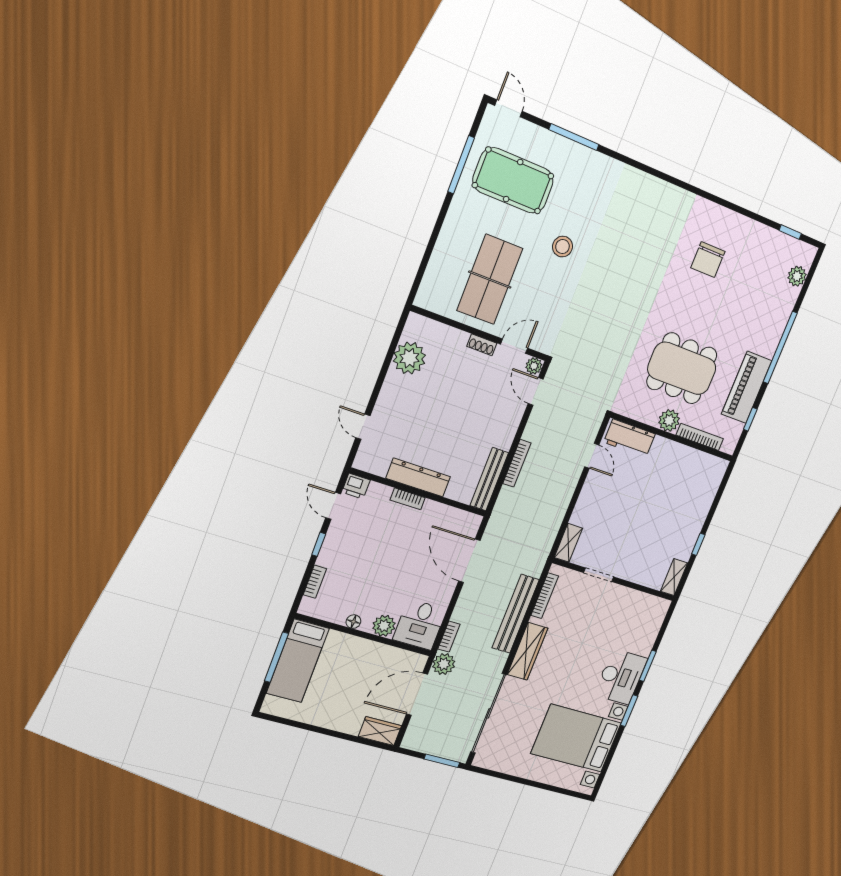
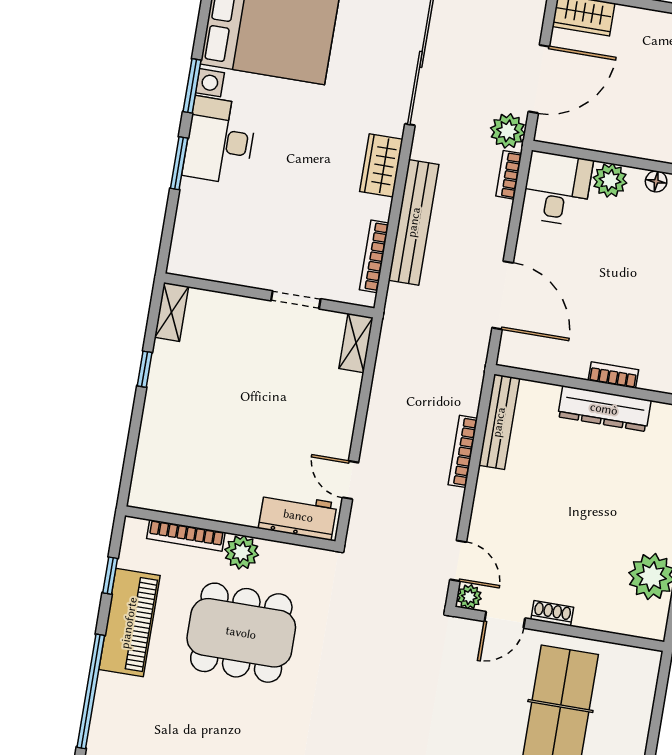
wardrobe: (528, 651) -> (381, 165), width x0.67

